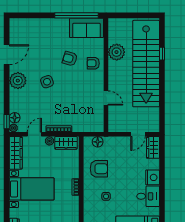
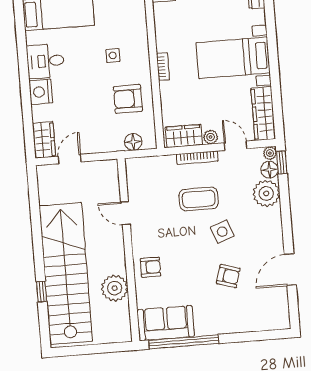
armchair: (70, 59) -> (228, 276), moved
plant: (18, 81) -> (266, 193), moved
coffee table: (60, 103) -> (199, 199), added
door: (34, 134) -> (236, 146), swing flipped

